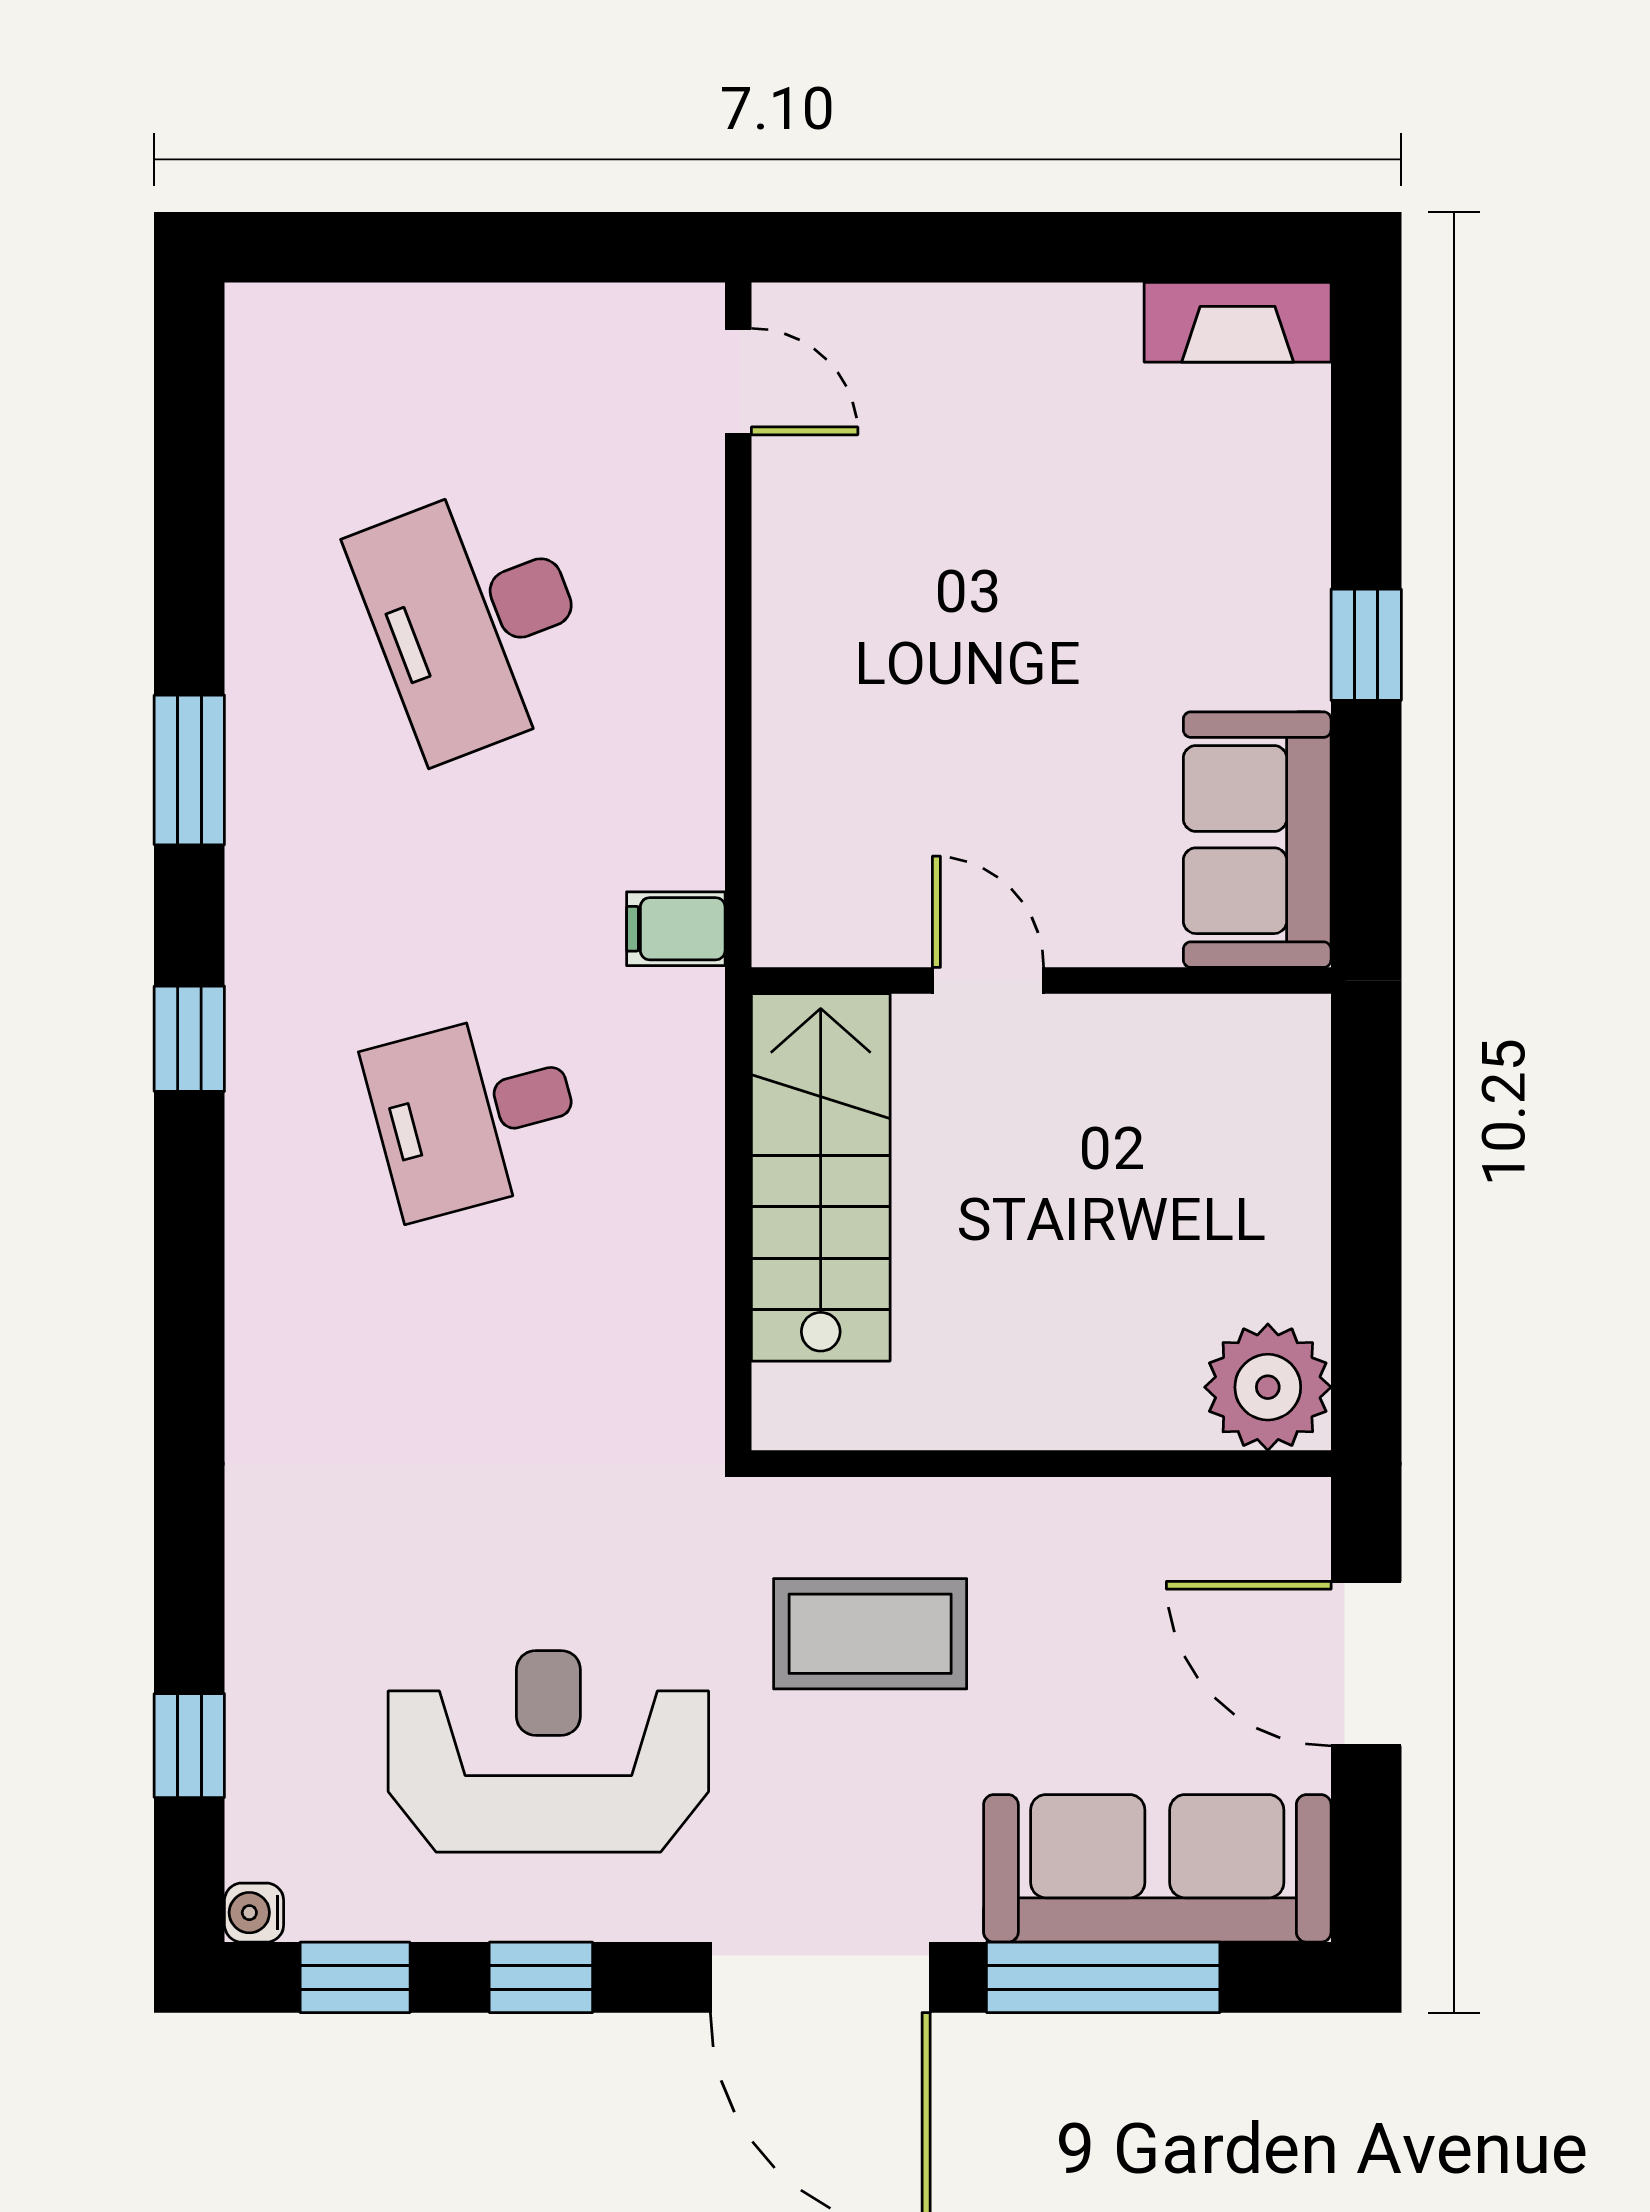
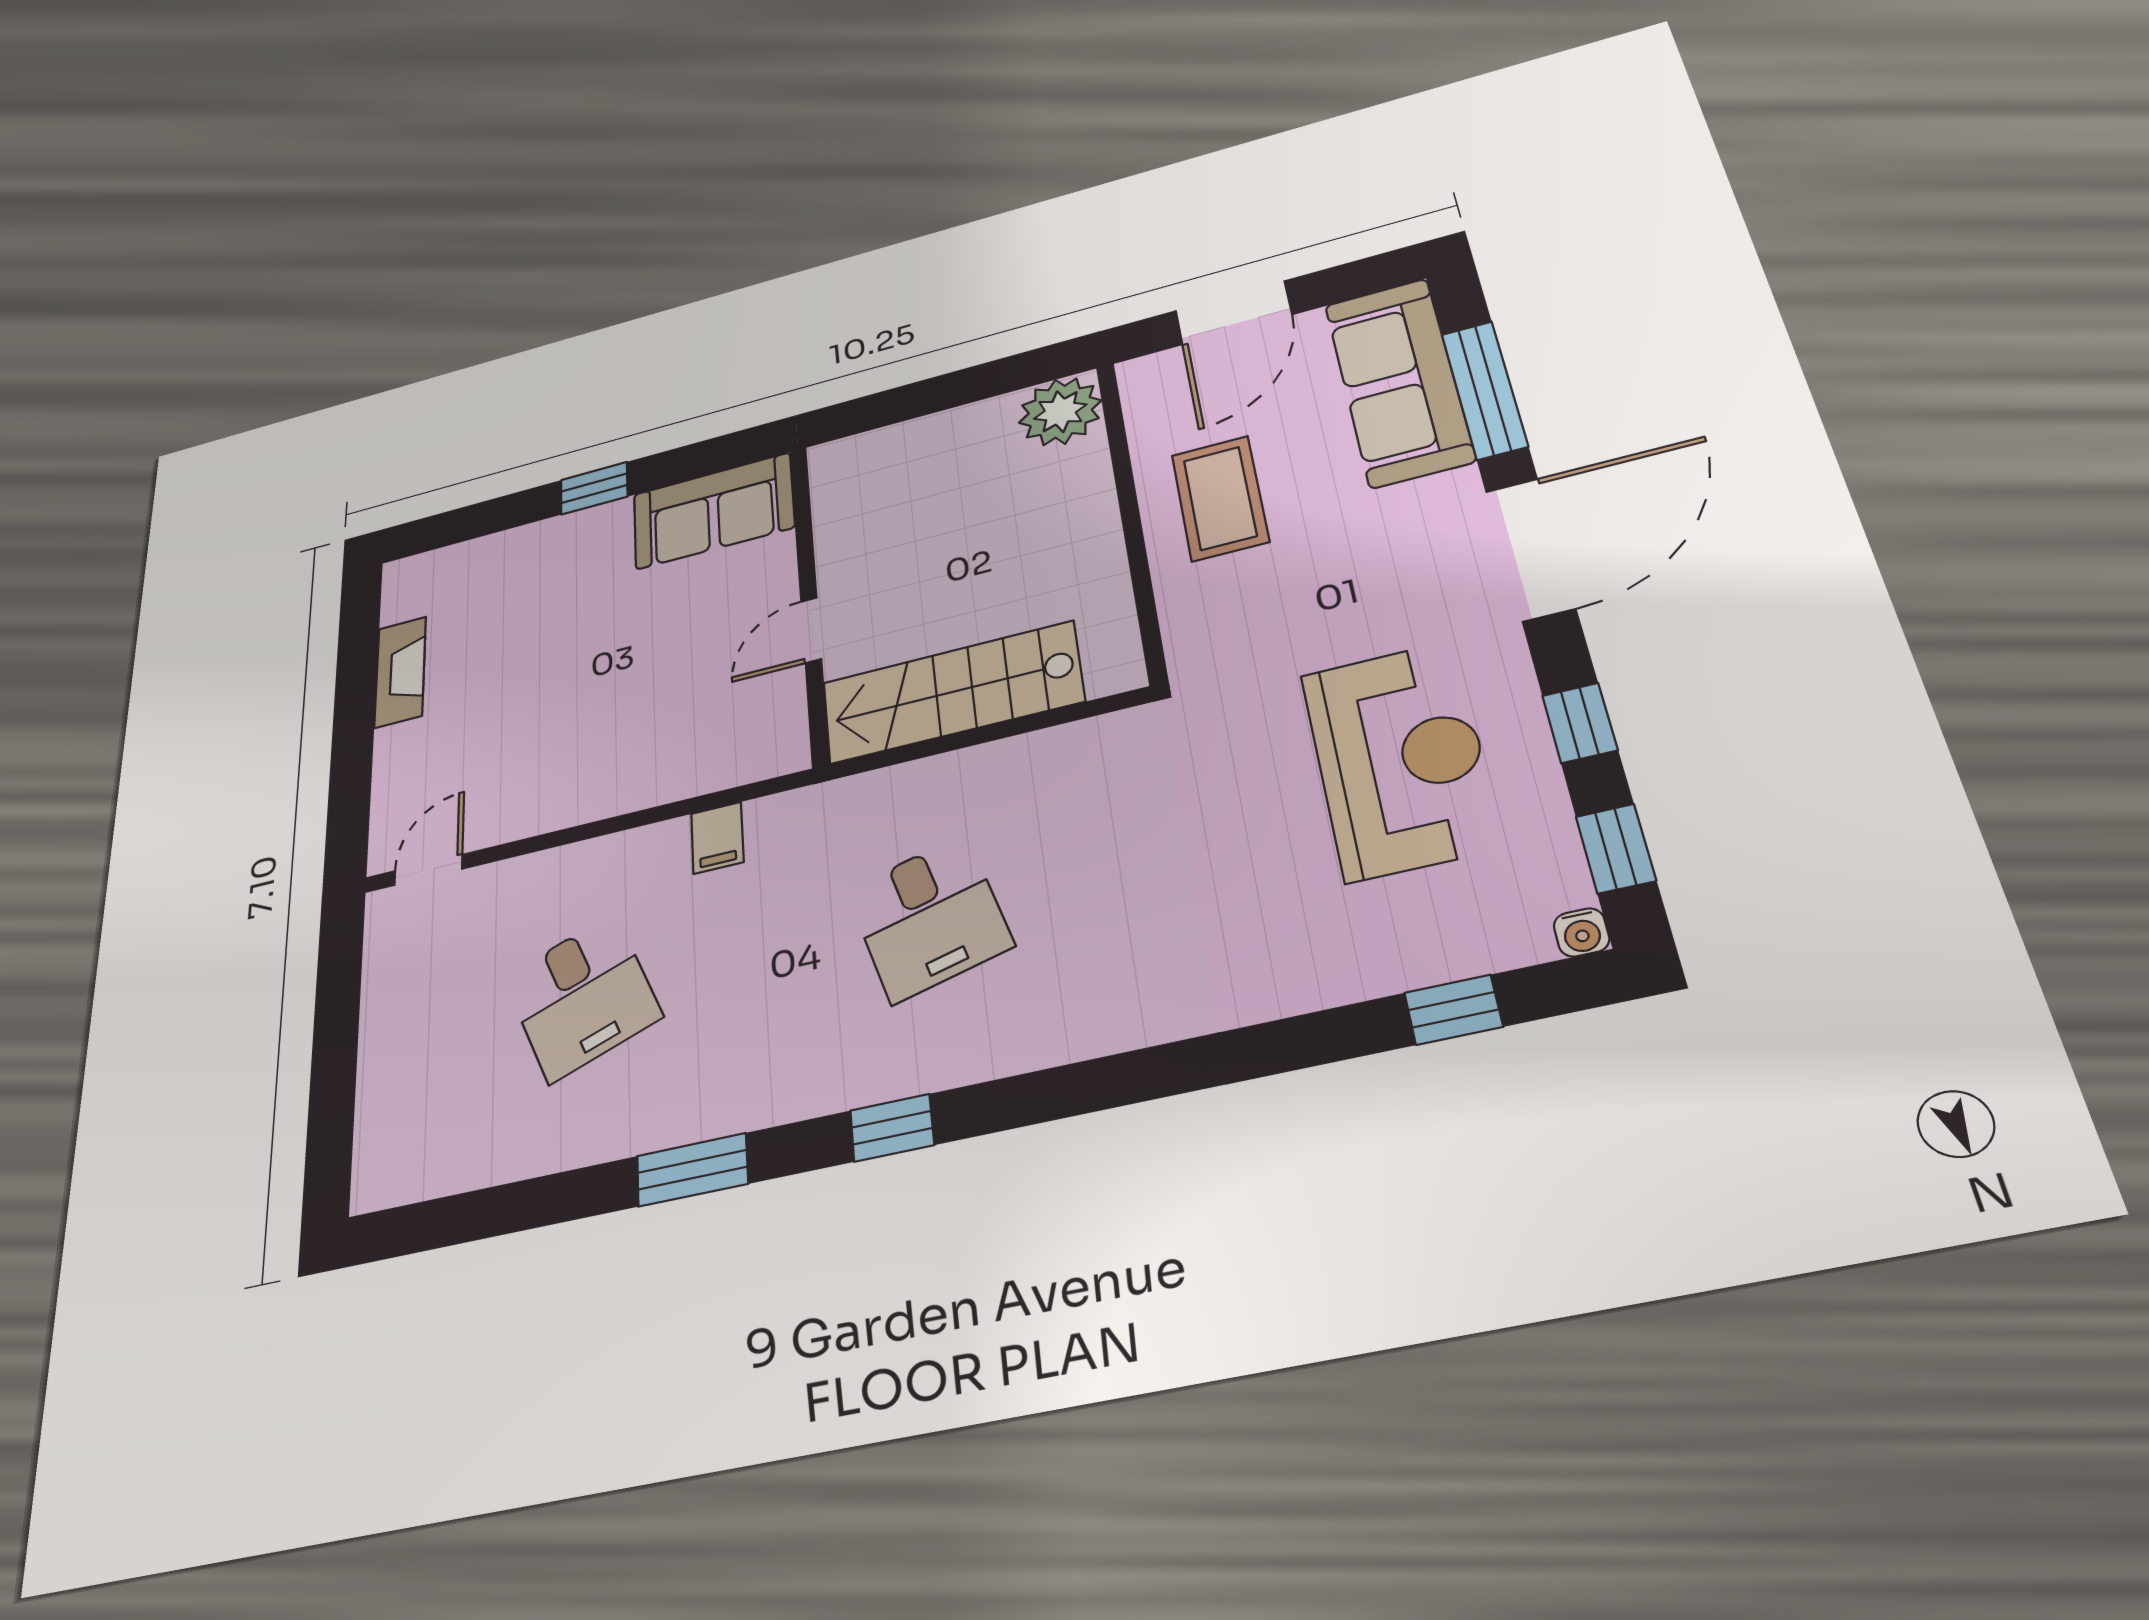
fireplace: (1238, 322) -> (400, 672), moved
desk: (475, 619) -> (582, 997), width x0.73
filing cabinet: (676, 929) -> (717, 838), moved
coffee table: (870, 1634) -> (1220, 498), moved
reception desk: (548, 1751) -> (1400, 759), turned 180

